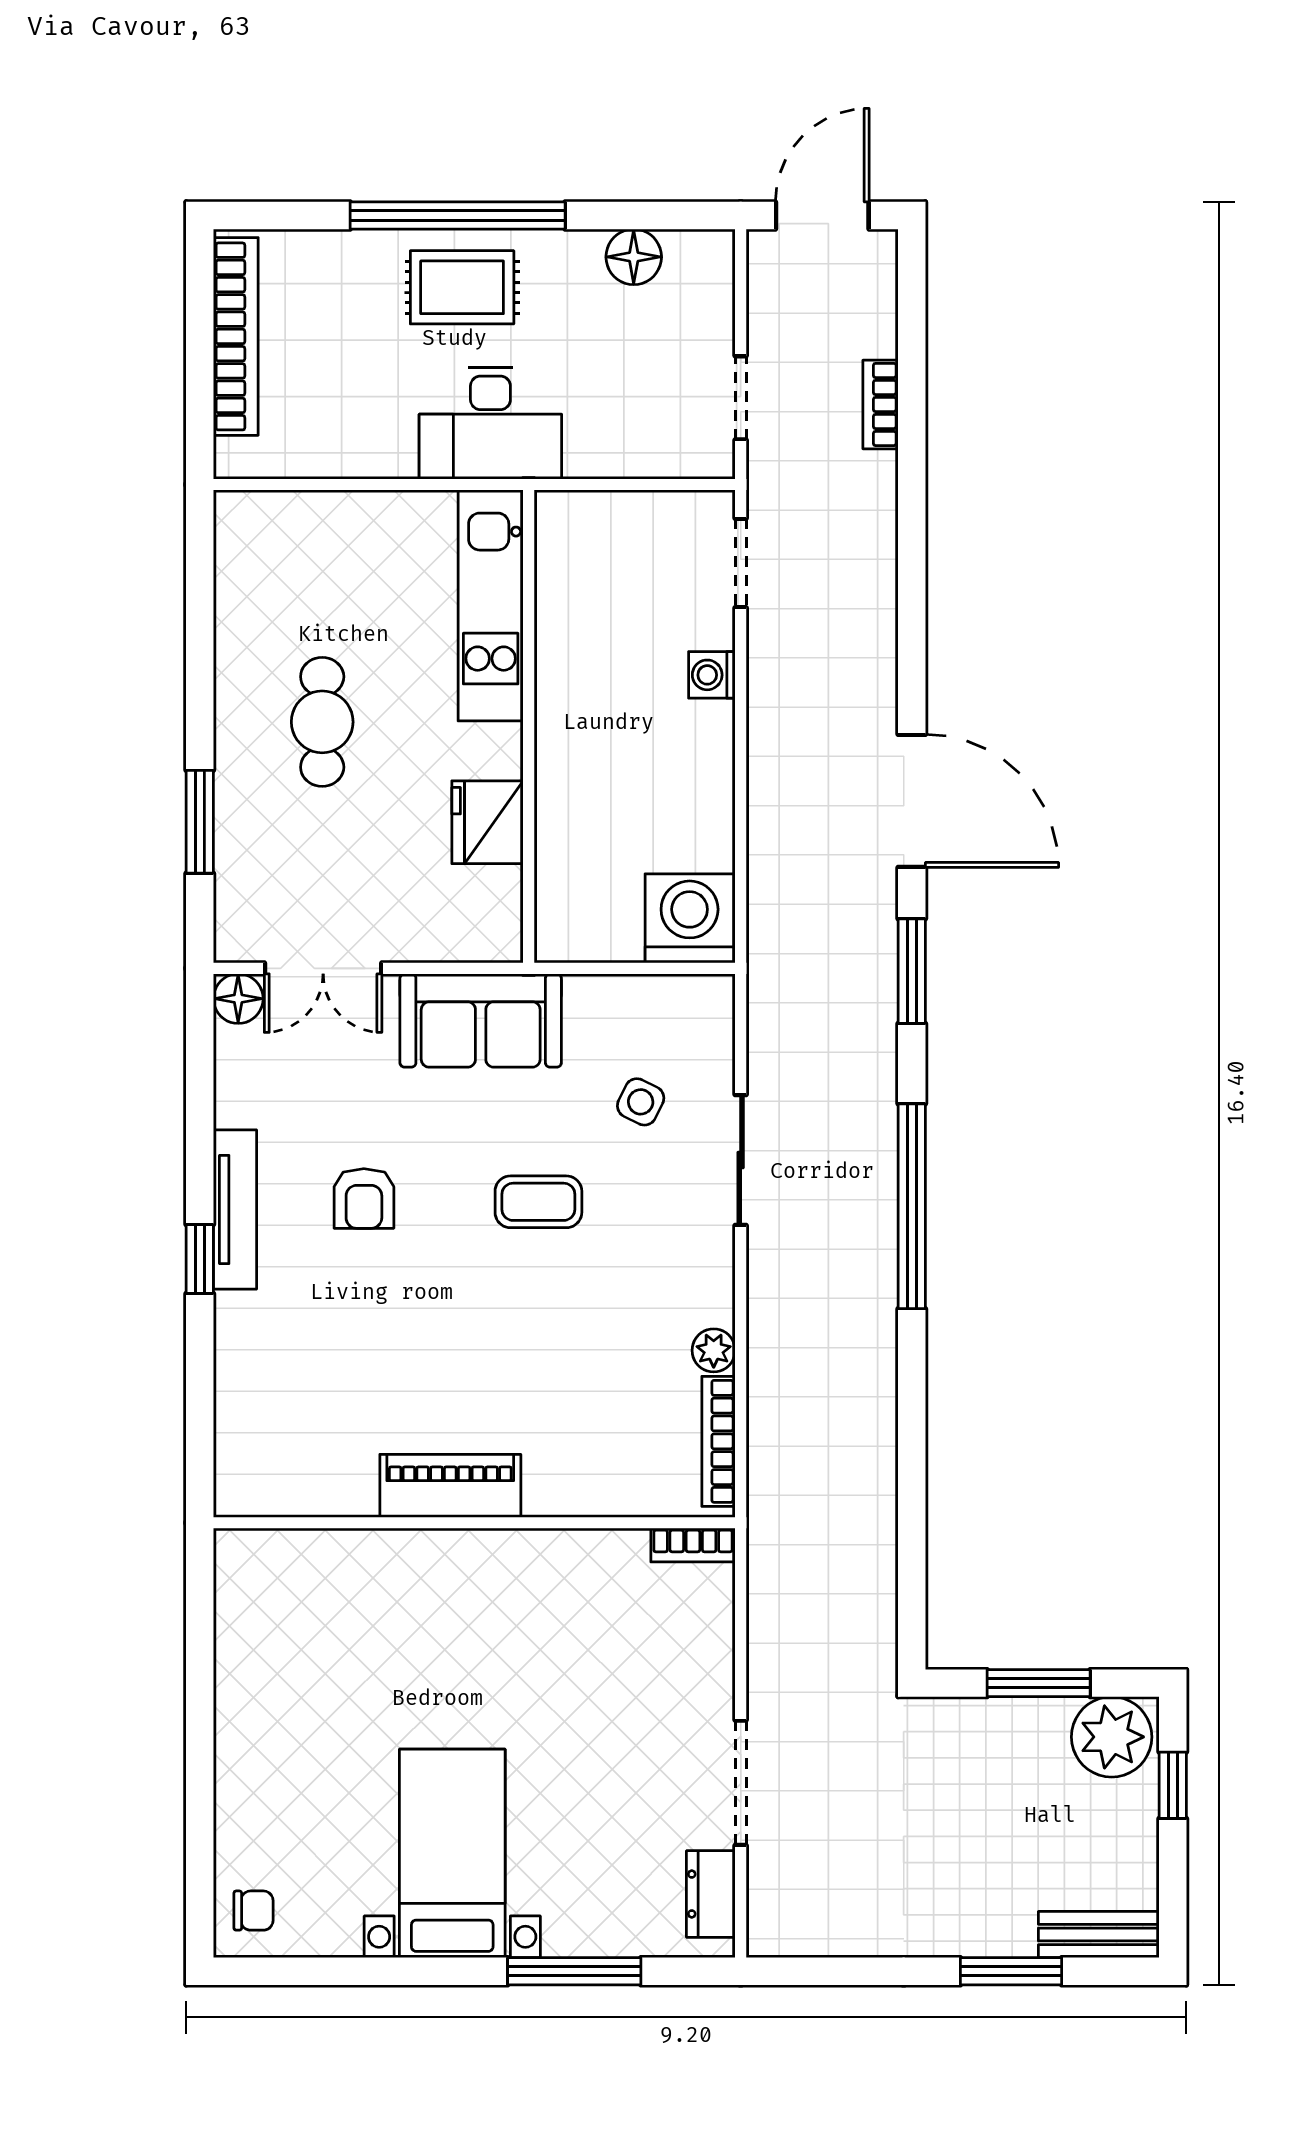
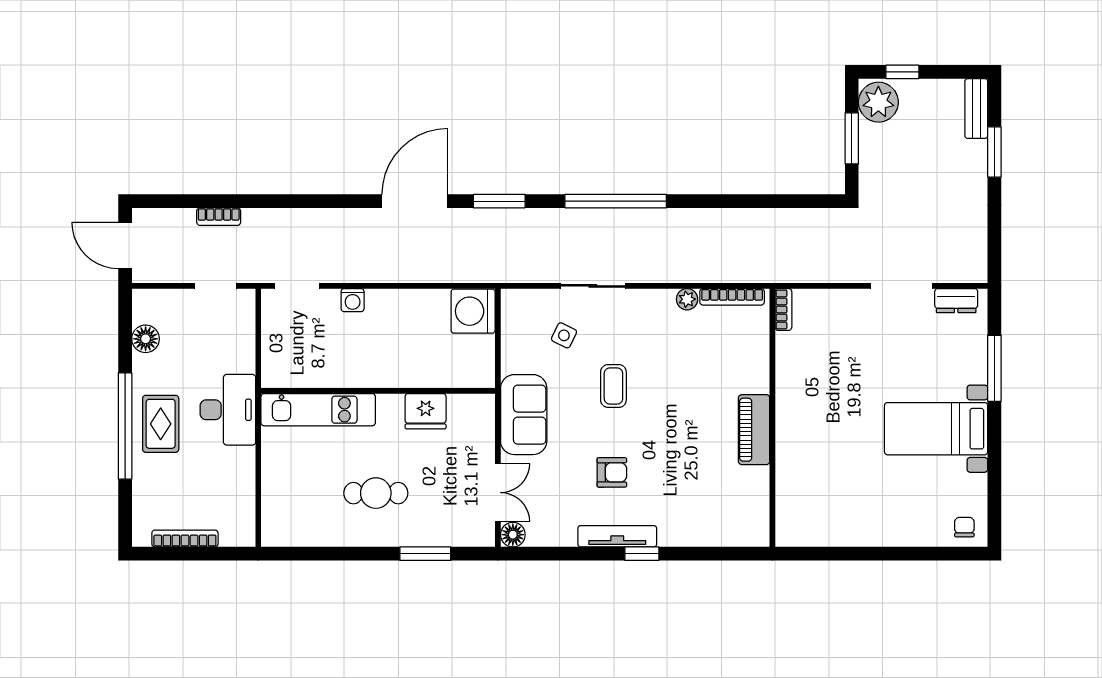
bookcase: (236, 336) -> (185, 538), width x0.68, depth x0.76

